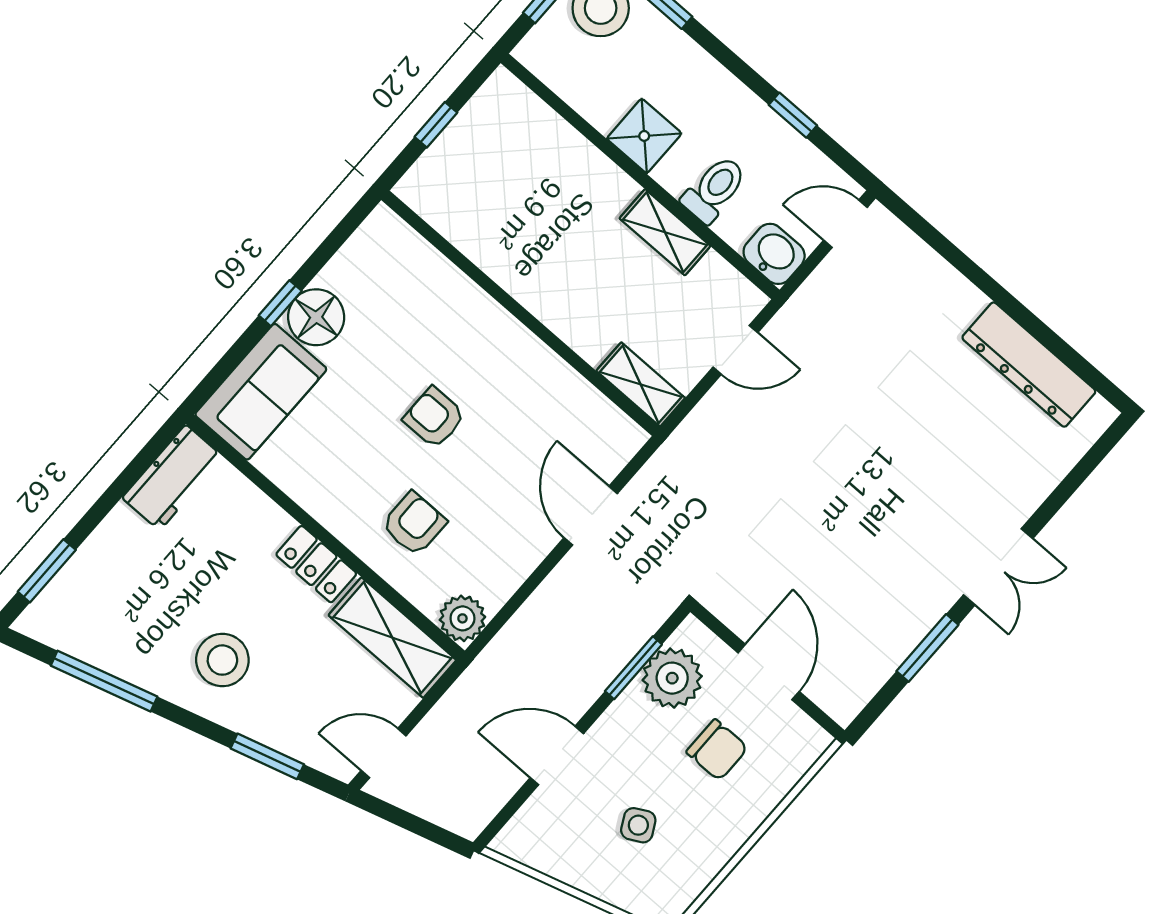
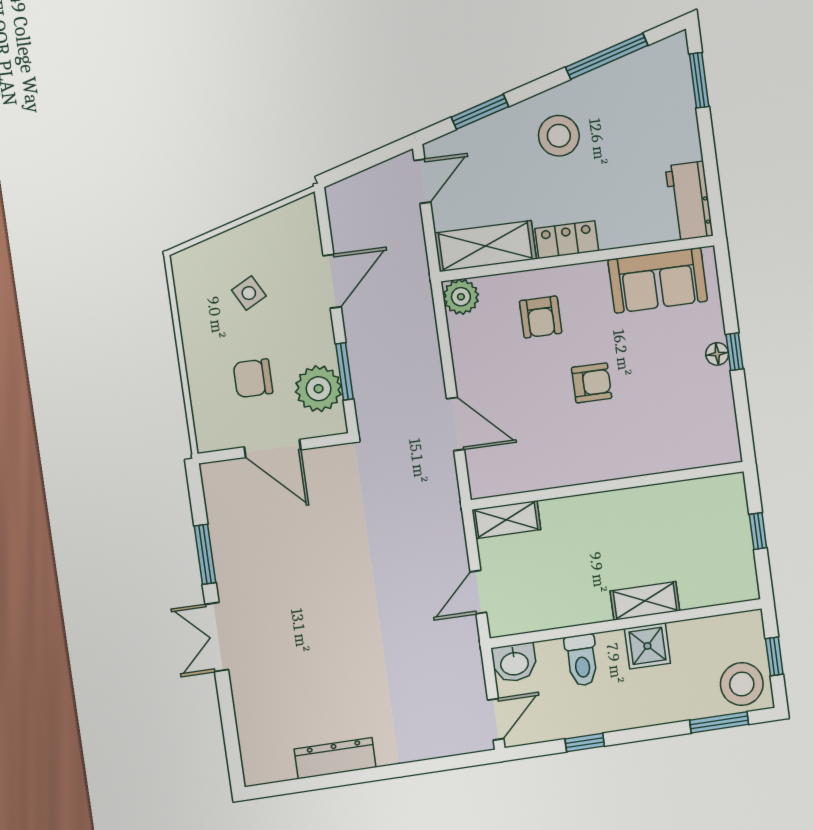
shelving: (665, 232) -> (645, 601), moved
floor lamp: (316, 317) -> (717, 354), width x0.53, depth x0.53
dresser: (1029, 365) -> (335, 758), width x0.73, depth x0.80
sofa: (261, 392) -> (658, 280), moved, turned -90

